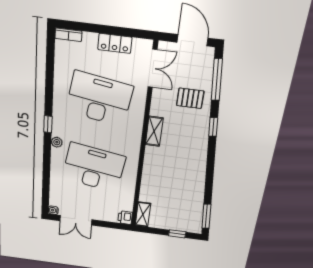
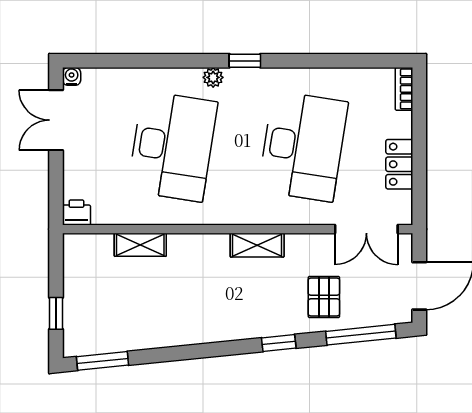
shelving: (143, 214) -> (140, 245), moved

